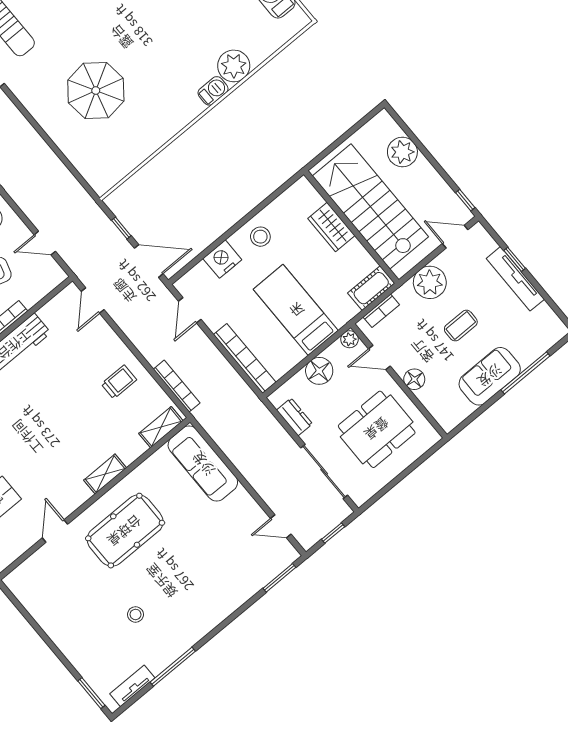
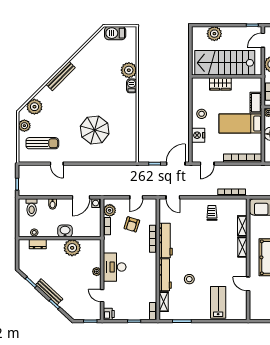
cot: (371, 288) -> (256, 103), moved
door: (190, 310) -> (207, 164), hinge flipped
shelving: (161, 427) -> (242, 226), moved

